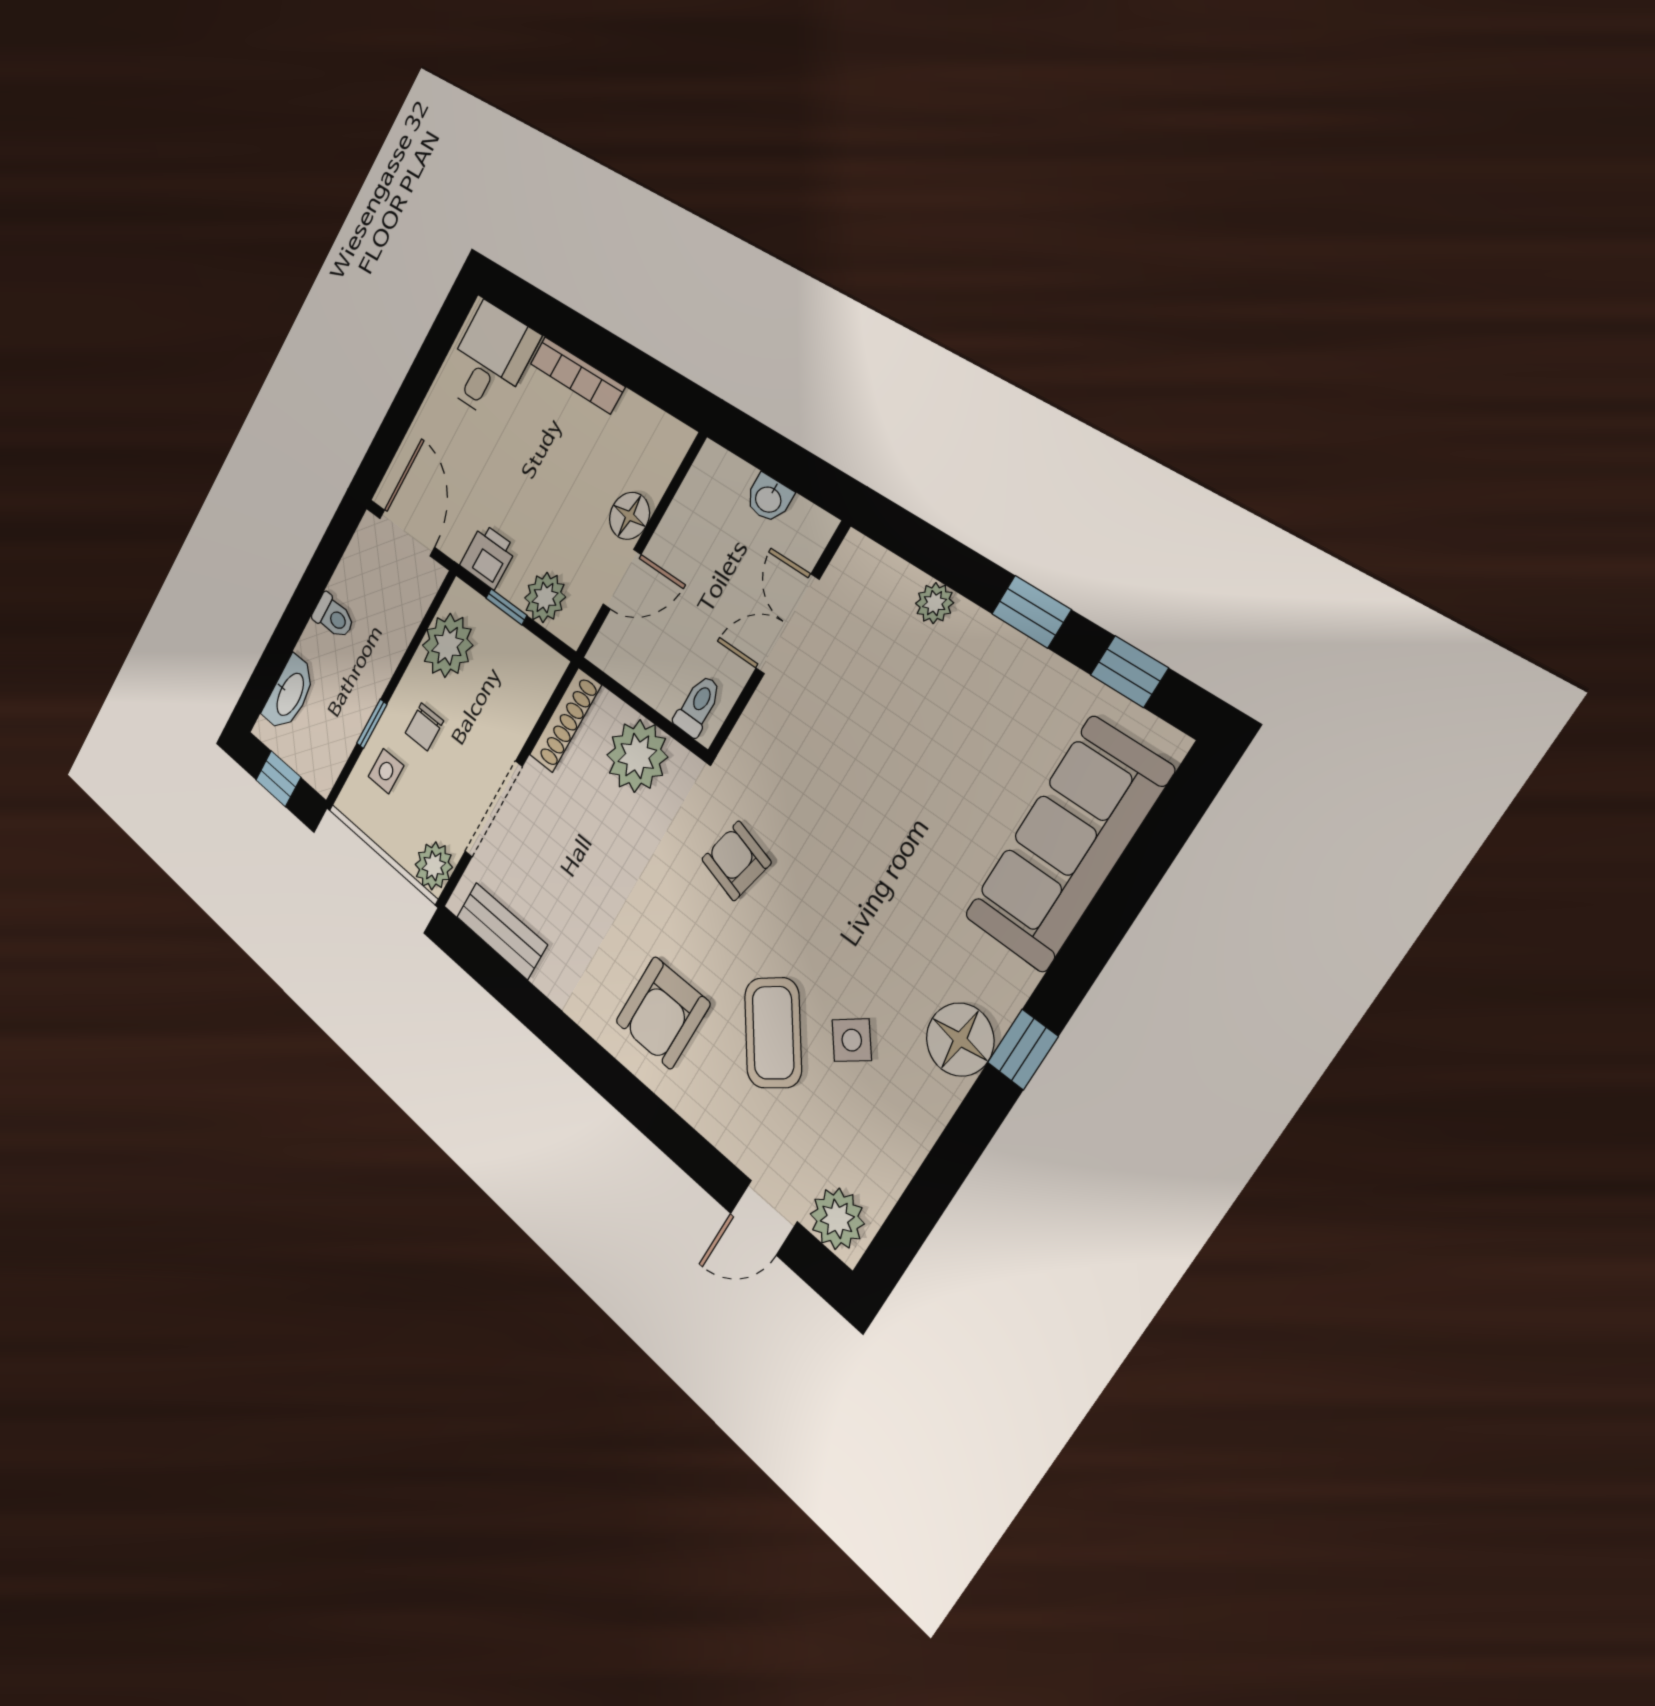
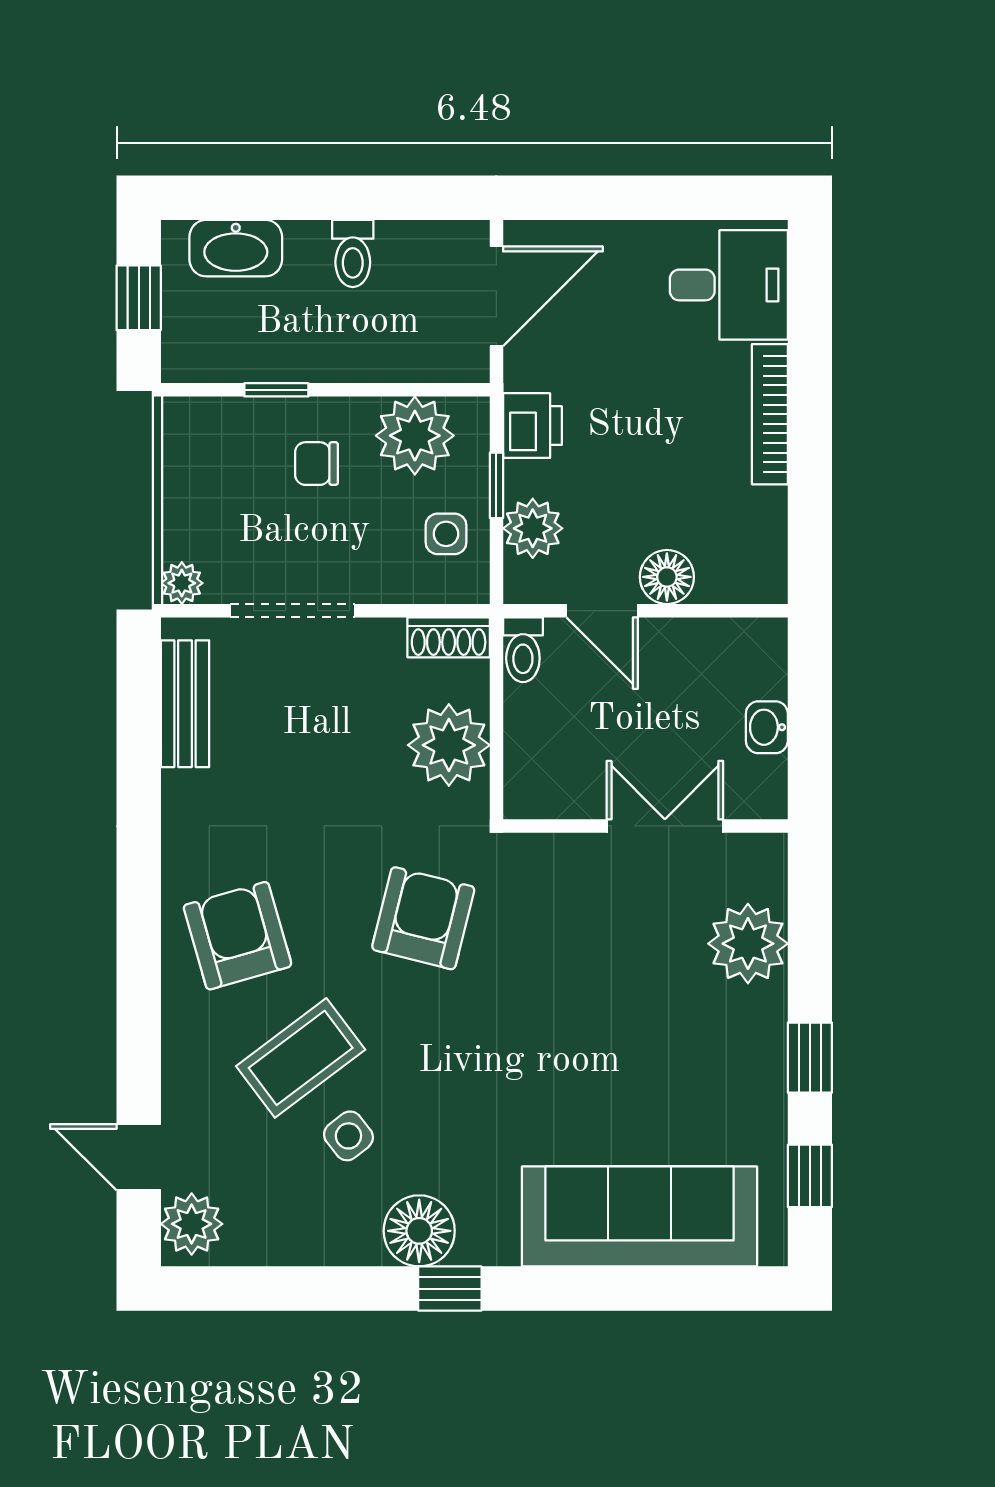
plant: (935, 603) -> (748, 944), width x1.88, depth x1.88
toilet: (698, 706) -> (523, 650), moved, turned 90
shoe rack: (565, 720) -> (449, 637), width x0.70
side table: (386, 771) -> (446, 534), moved
armchair: (736, 861) -> (423, 918), width x1.38, depth x1.38
plant: (434, 866) -> (182, 583), width x0.73, depth x0.73
armchair: (663, 1013) -> (238, 936), turned 74

